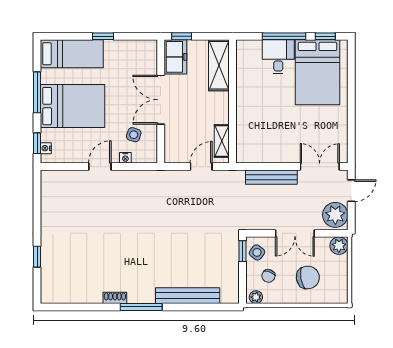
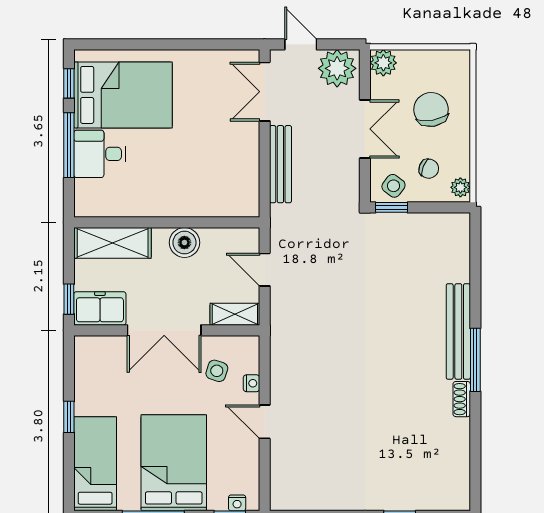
boiler: (219, 113) -> (184, 243), added
shelving: (222, 141) -> (235, 314), moved
bench: (188, 296) -> (458, 331), moved

